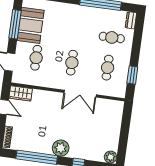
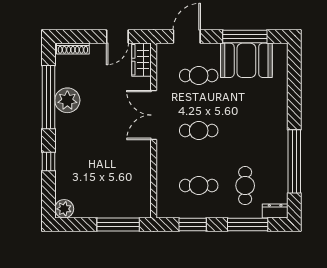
window: (137, 39) -> (248, 225), added
double door: (80, 94) -> (154, 115), moved
window: (126, 124) -> (118, 225), added
plant: (61, 148) -> (67, 100), moved

